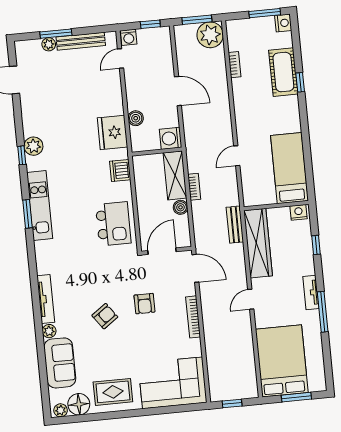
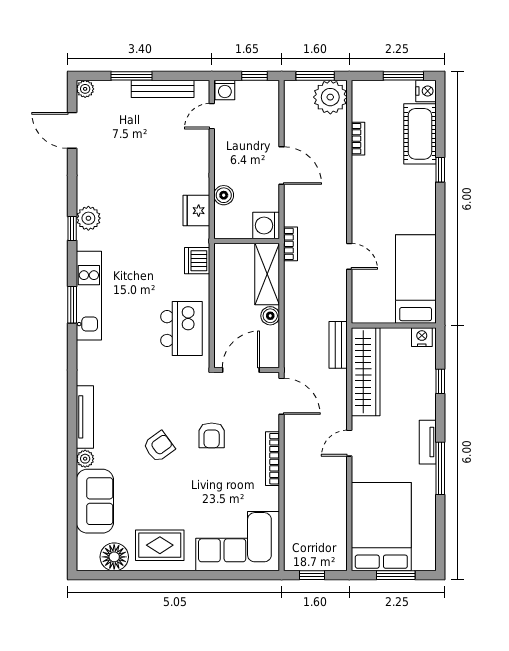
plant: (49, 44) -> (85, 89), moved
cot: (283, 72) -> (420, 134), moved
fridge: (112, 132) -> (196, 211), width x0.73, depth x0.75
door: (237, 156) -> (349, 256), swing flipped
bookcase: (194, 187) -> (290, 244), moved
plant: (61, 410) -> (90, 562), removed

